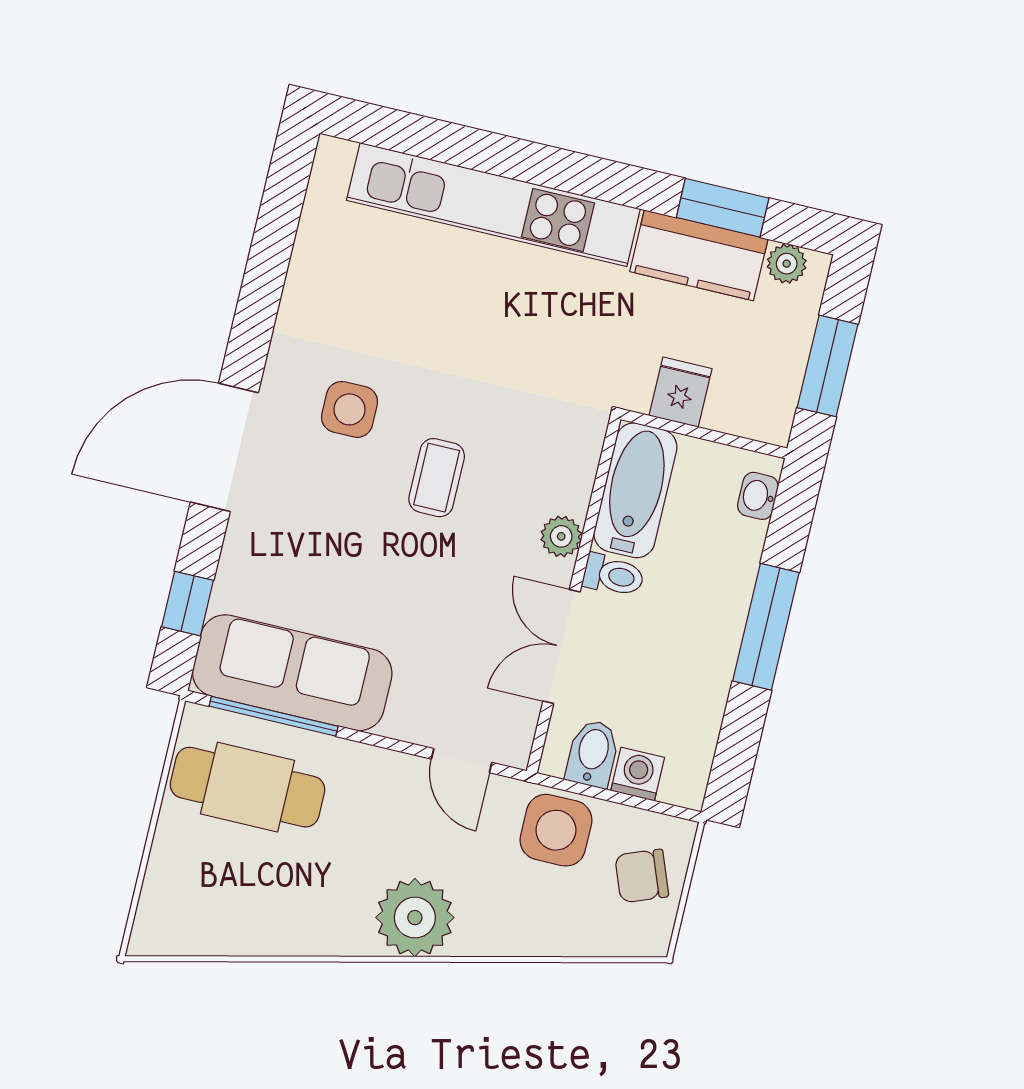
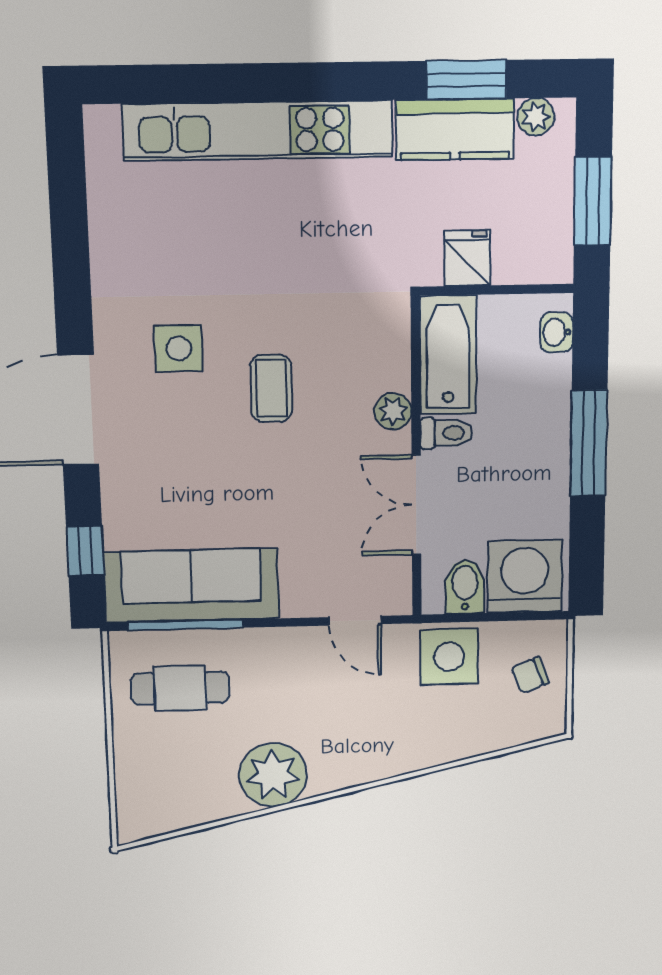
washing machine: (638, 774) -> (525, 576), width x1.89, depth x1.89
cafe table: (247, 787) -> (180, 688), width x0.73, depth x0.74
chair: (642, 876) -> (530, 675), width x0.73, depth x0.73
plant: (415, 918) -> (273, 775), moved

